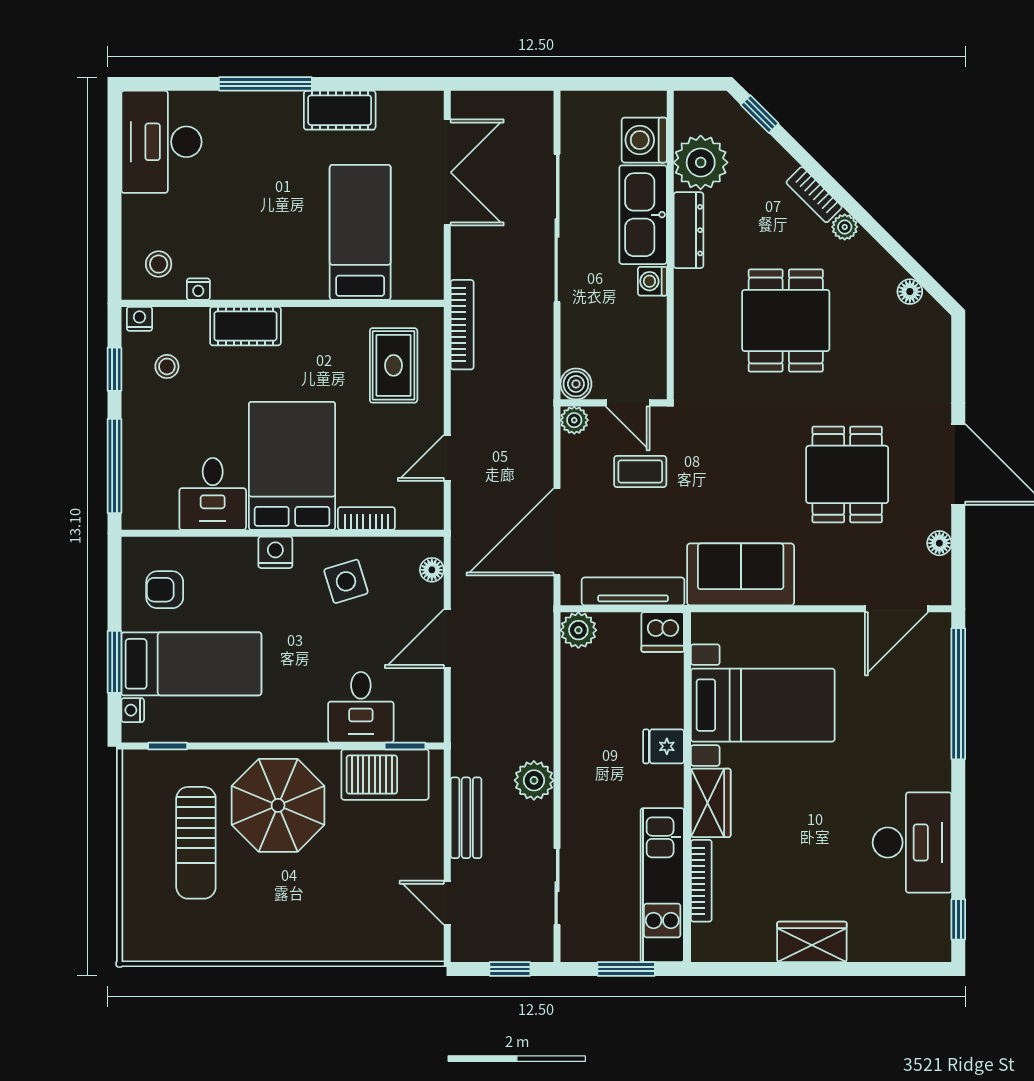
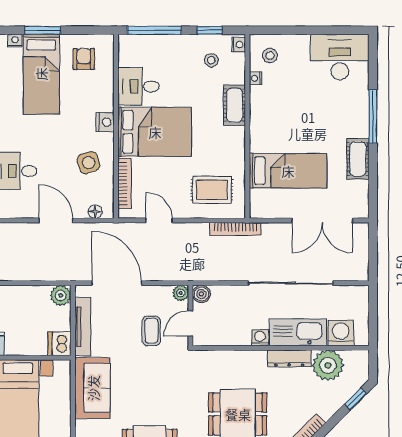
bookcase: (366, 518) -> (125, 183), width x1.56

